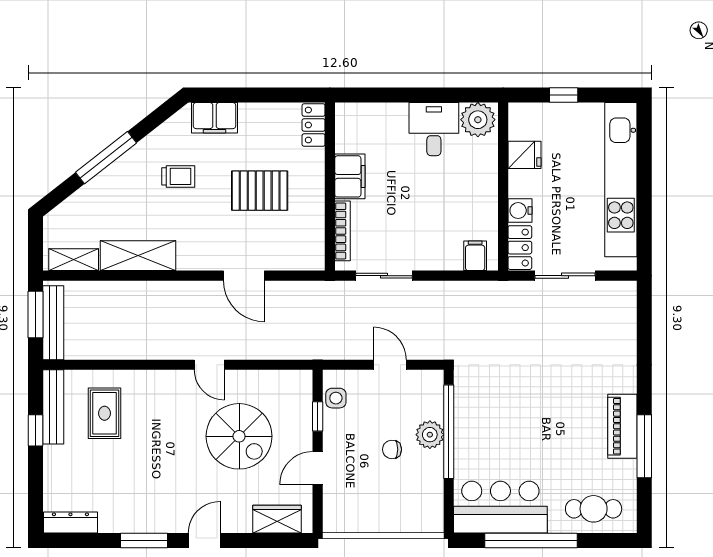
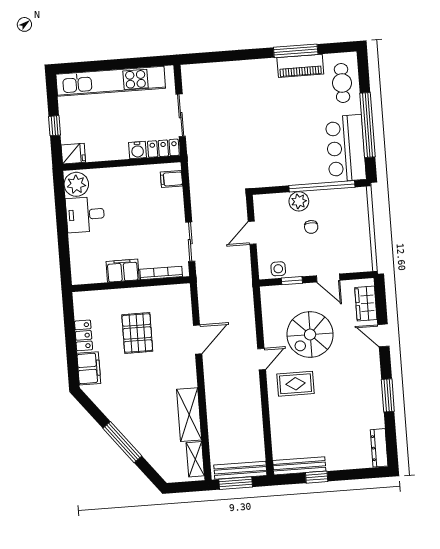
locker: (314, 125) -> (84, 335), moved, turned -90
fridge: (524, 155) -> (73, 154), moved, turned 90
trolley: (178, 176) -> (132, 391), removed
rug: (105, 413) -> (296, 384), moved
piano: (622, 426) -> (300, 66), moved
window: (449, 432) -> (322, 186), moved
spiral stairs: (239, 436) -> (310, 334), turned 180
door: (204, 540) -> (383, 335), moved

